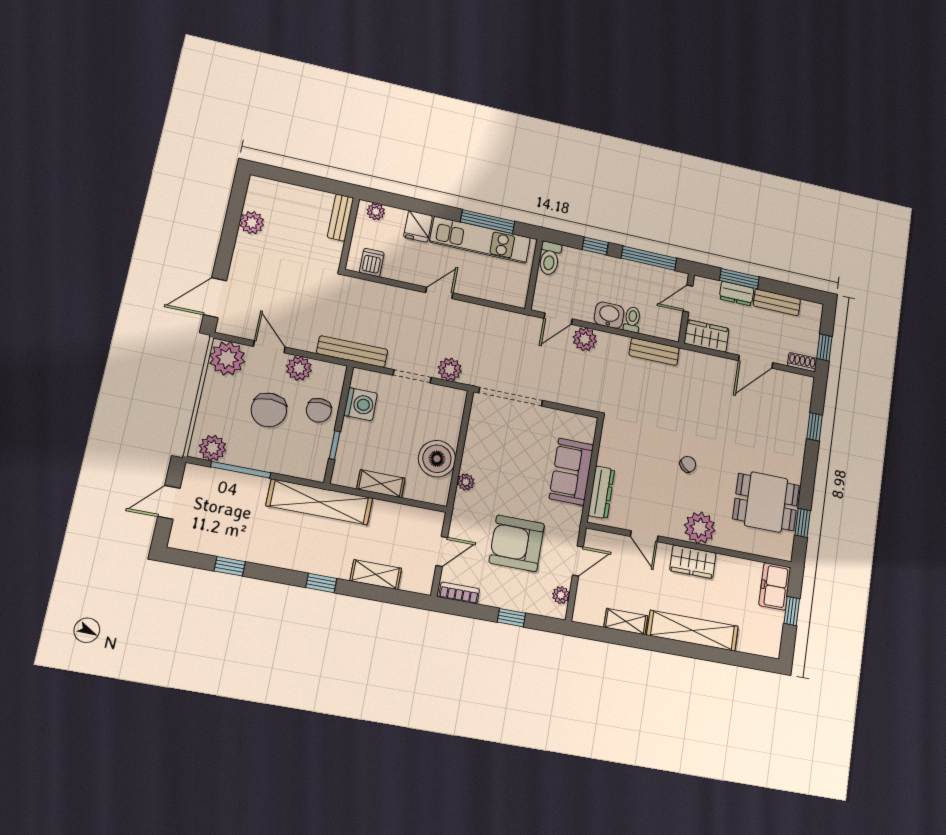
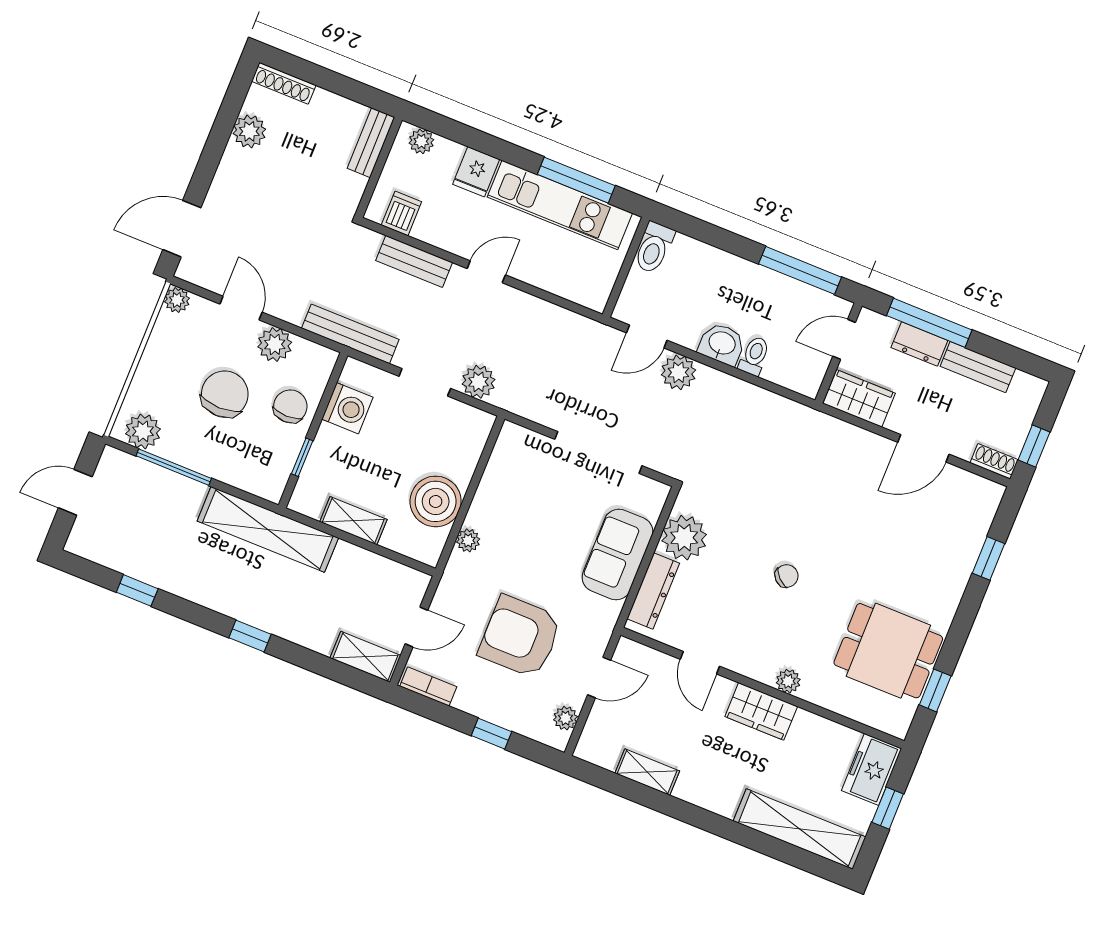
shoe rack: (270, 186) -> (284, 83), added
window: (595, 246) -> (725, 240), removed
window: (739, 279) -> (929, 323), width x1.44
bench: (654, 352) -> (414, 261), moved
plant: (227, 358) -> (177, 300), width x0.53, depth x0.53
doorway: (511, 397) -> (598, 452), moved
chair: (269, 410) -> (225, 394), turned 180
chair: (319, 410) -> (290, 406), turned 180
plant: (614, 451) -> (684, 538), added
plant: (700, 528) -> (788, 681), width x0.53, depth x0.53
shelving: (376, 575) -> (365, 657), moved
shelving: (693, 631) -> (800, 829), moved

